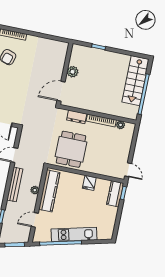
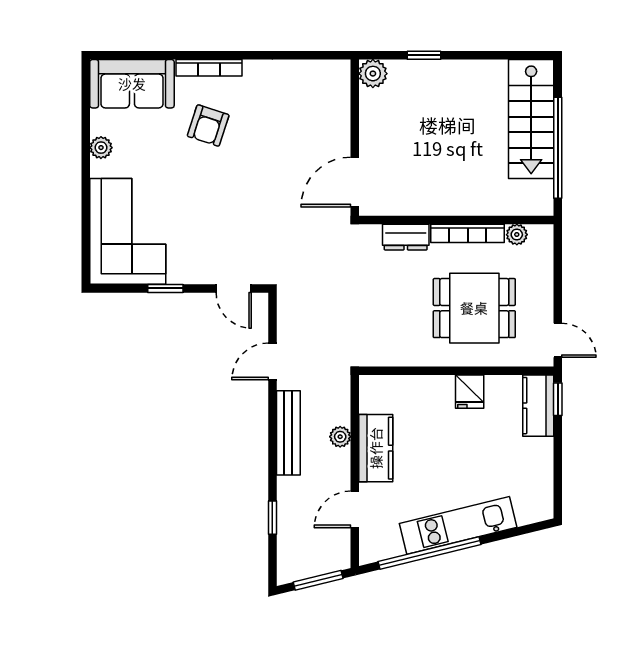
plant: (73, 72) -> (373, 74), moved
dining table: (71, 149) -> (474, 308), moved, turned 90
kitchen counter: (49, 191) -> (376, 448), width x0.67

